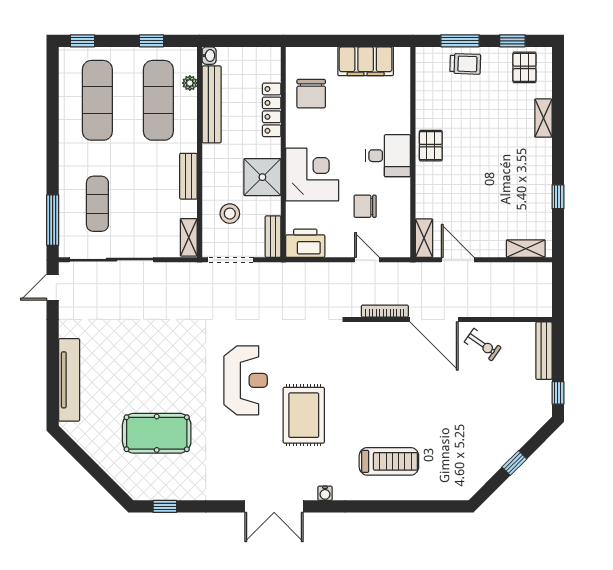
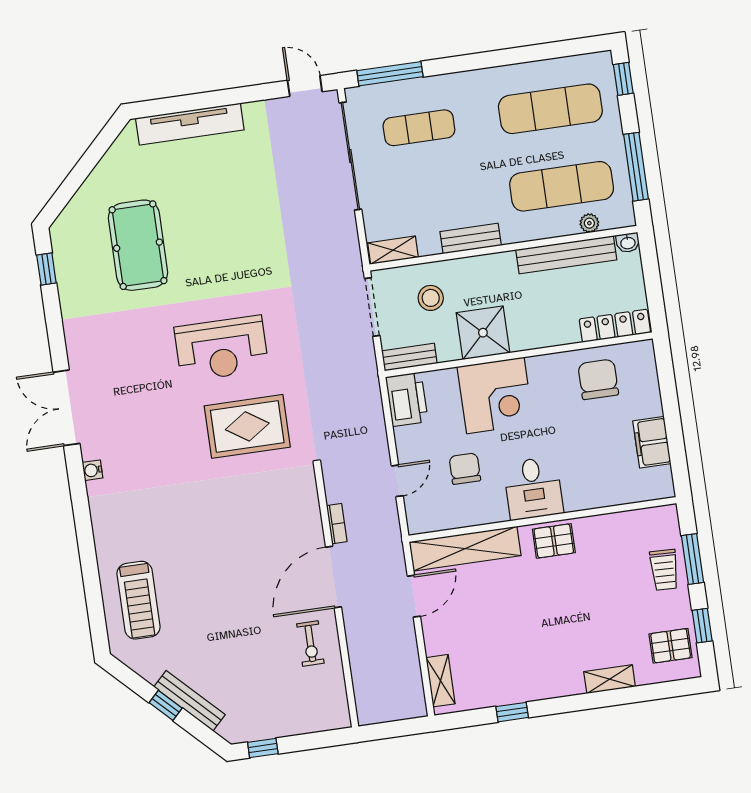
window: (152, 41) -> (636, 167), width x2.17
filing cabinet: (366, 61) -> (652, 442), width x0.67, depth x0.86
chair: (311, 94) -> (598, 379), turned 90
locker: (272, 110) -> (615, 326), moved
shelving: (424, 238) -> (465, 549), width x2.20, depth x1.33
bookcase: (385, 311) -> (337, 524), width x0.64
exercise bike: (483, 345) -> (310, 644), turned -35
bench: (544, 351) -> (190, 701), moved, turned 45
rug: (304, 415) -> (247, 426), moved
treadmill: (389, 461) -> (139, 600), moved

